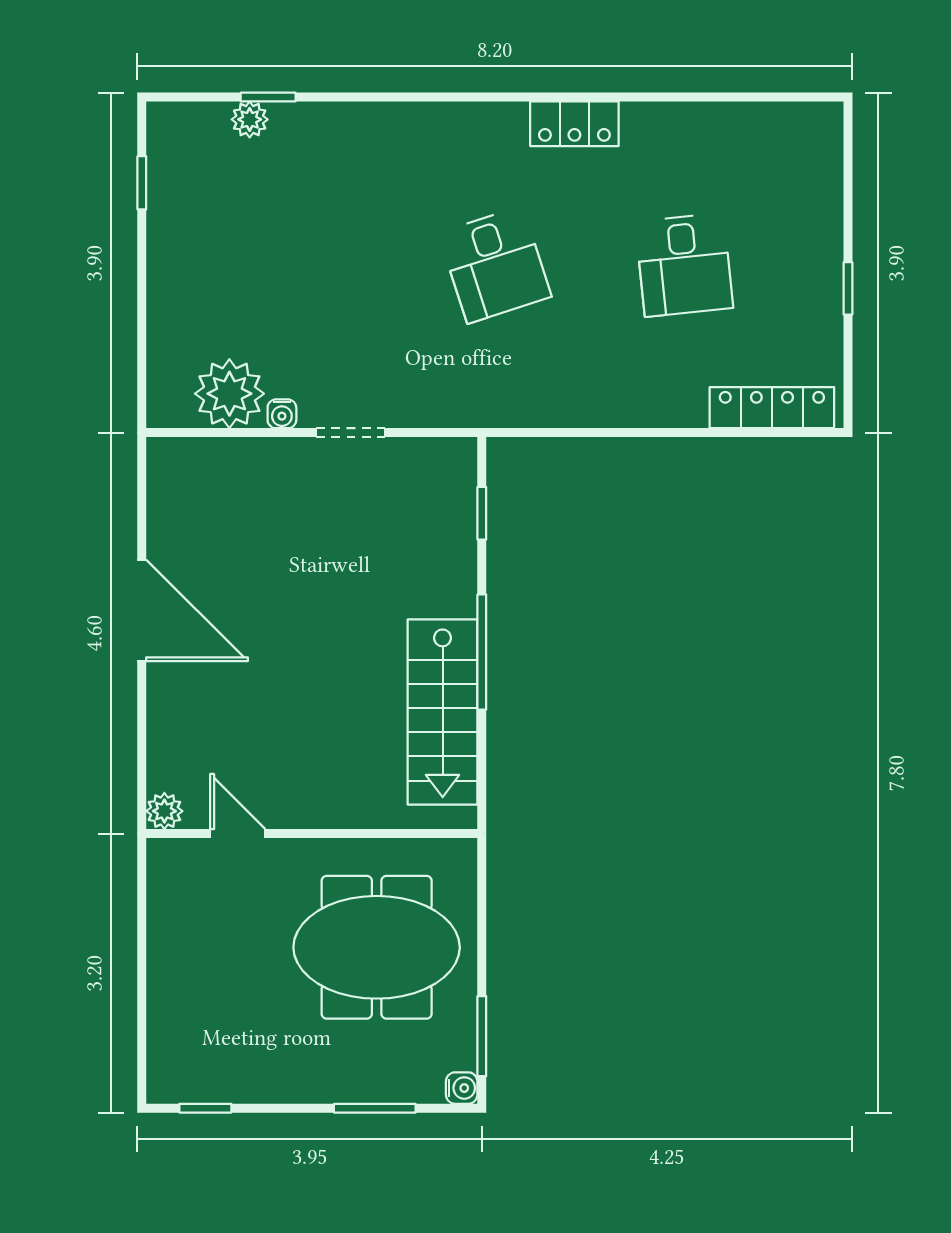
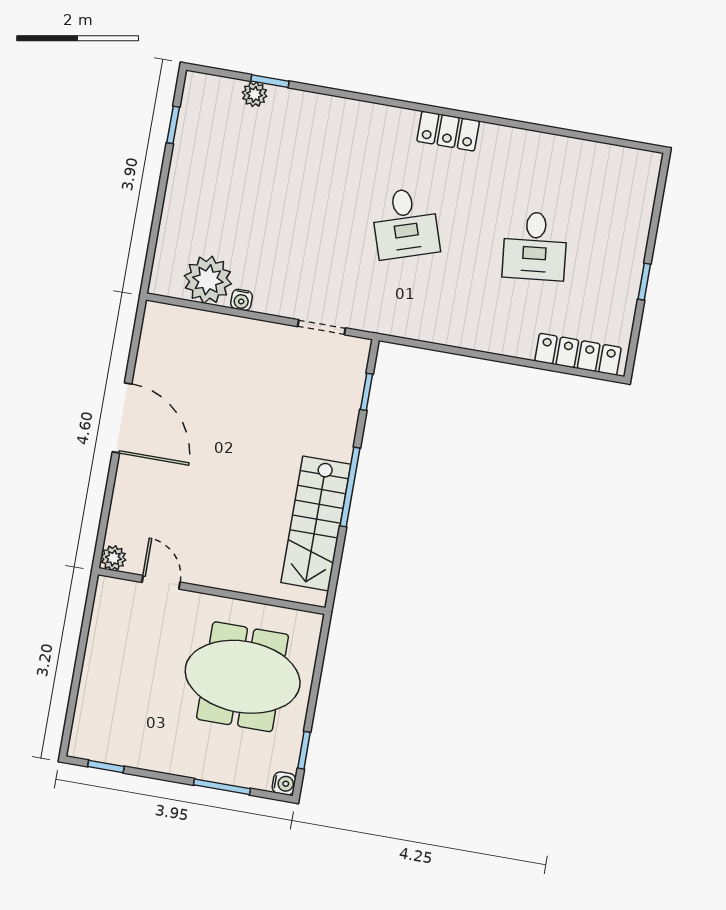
locker: (574, 124) -> (448, 131), moved
doorway: (351, 433) -> (322, 327), moved
window: (482, 1036) -> (304, 750), width x0.67

